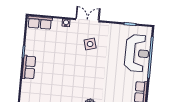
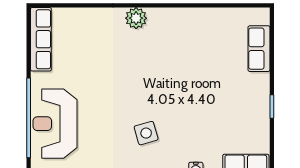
row of seats: (29, 67) -> (259, 49), moved

